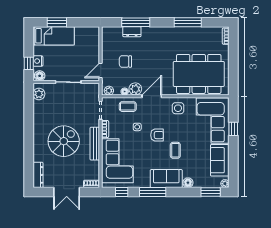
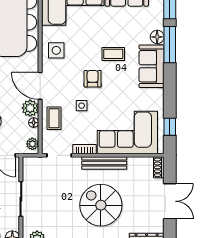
window: (153, 192) -> (170, 45), moved

